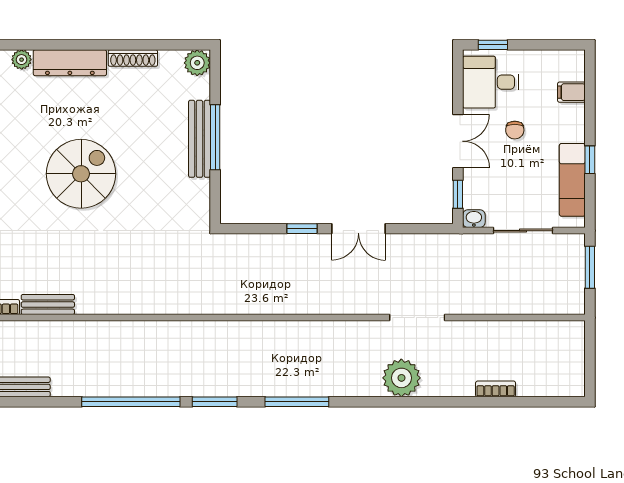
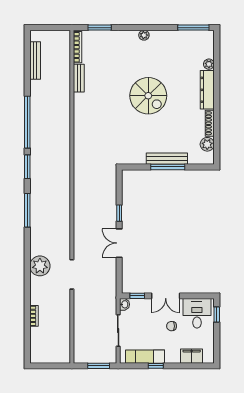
plant: (197, 63) -> (207, 144), moved
filing cabinet: (571, 92) -> (192, 356), width x2.00

